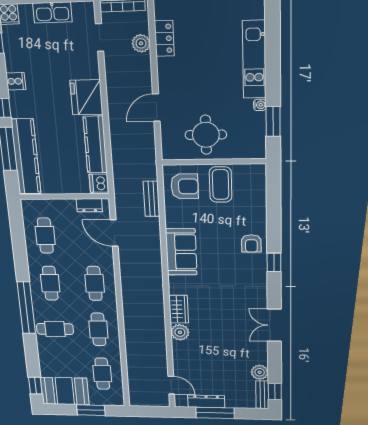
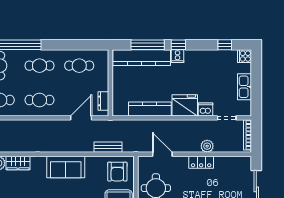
locker: (164, 38) -> (201, 162), moved
plant: (141, 43) -> (207, 146), moved
cooker: (16, 81) -> (178, 56), moved
door: (156, 108) -> (162, 154), moved
dishwasher: (99, 183) -> (205, 109), moved

